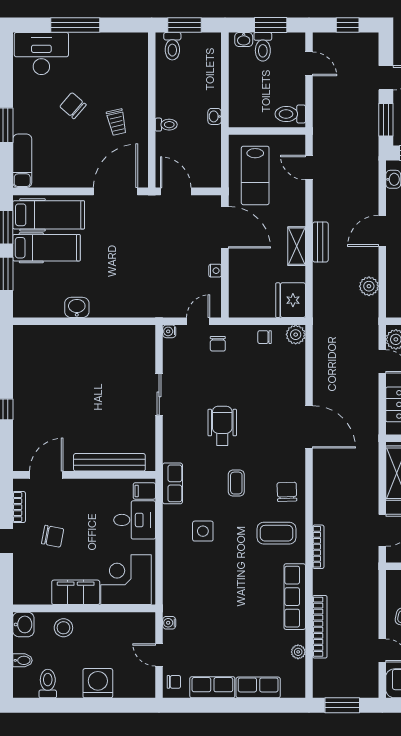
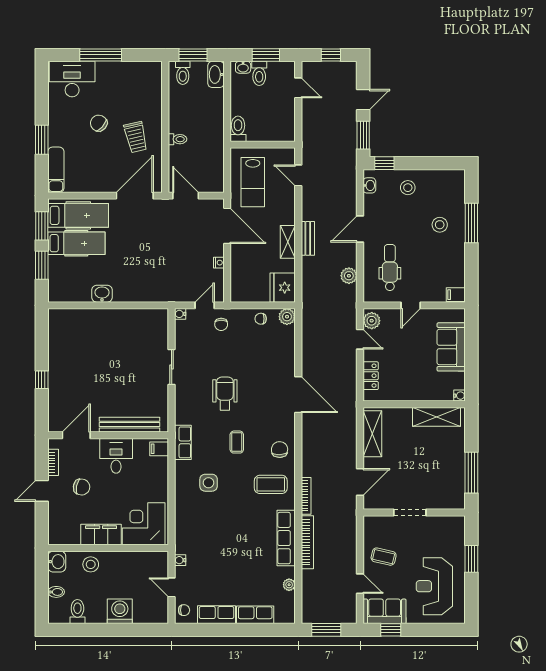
toilet: (290, 114) -> (238, 129), moved, turned 90
washbasin: (215, 116) -> (216, 74), moved, width x1.91, depth x1.45
trolley: (117, 122) -> (136, 137), width x1.36, depth x1.39
desk: (135, 520) -> (116, 456), moved, turned -90
bookcase: (320, 627) -> (307, 542), moved

